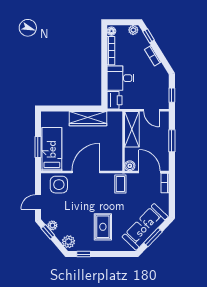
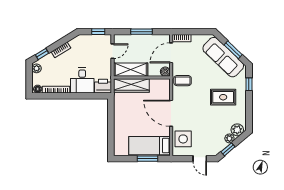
wardrobe: (88, 119) -> (131, 85), moved, turned 90
plant: (52, 225) -> (229, 138), moved
window: (84, 254) -> (249, 84), moved

